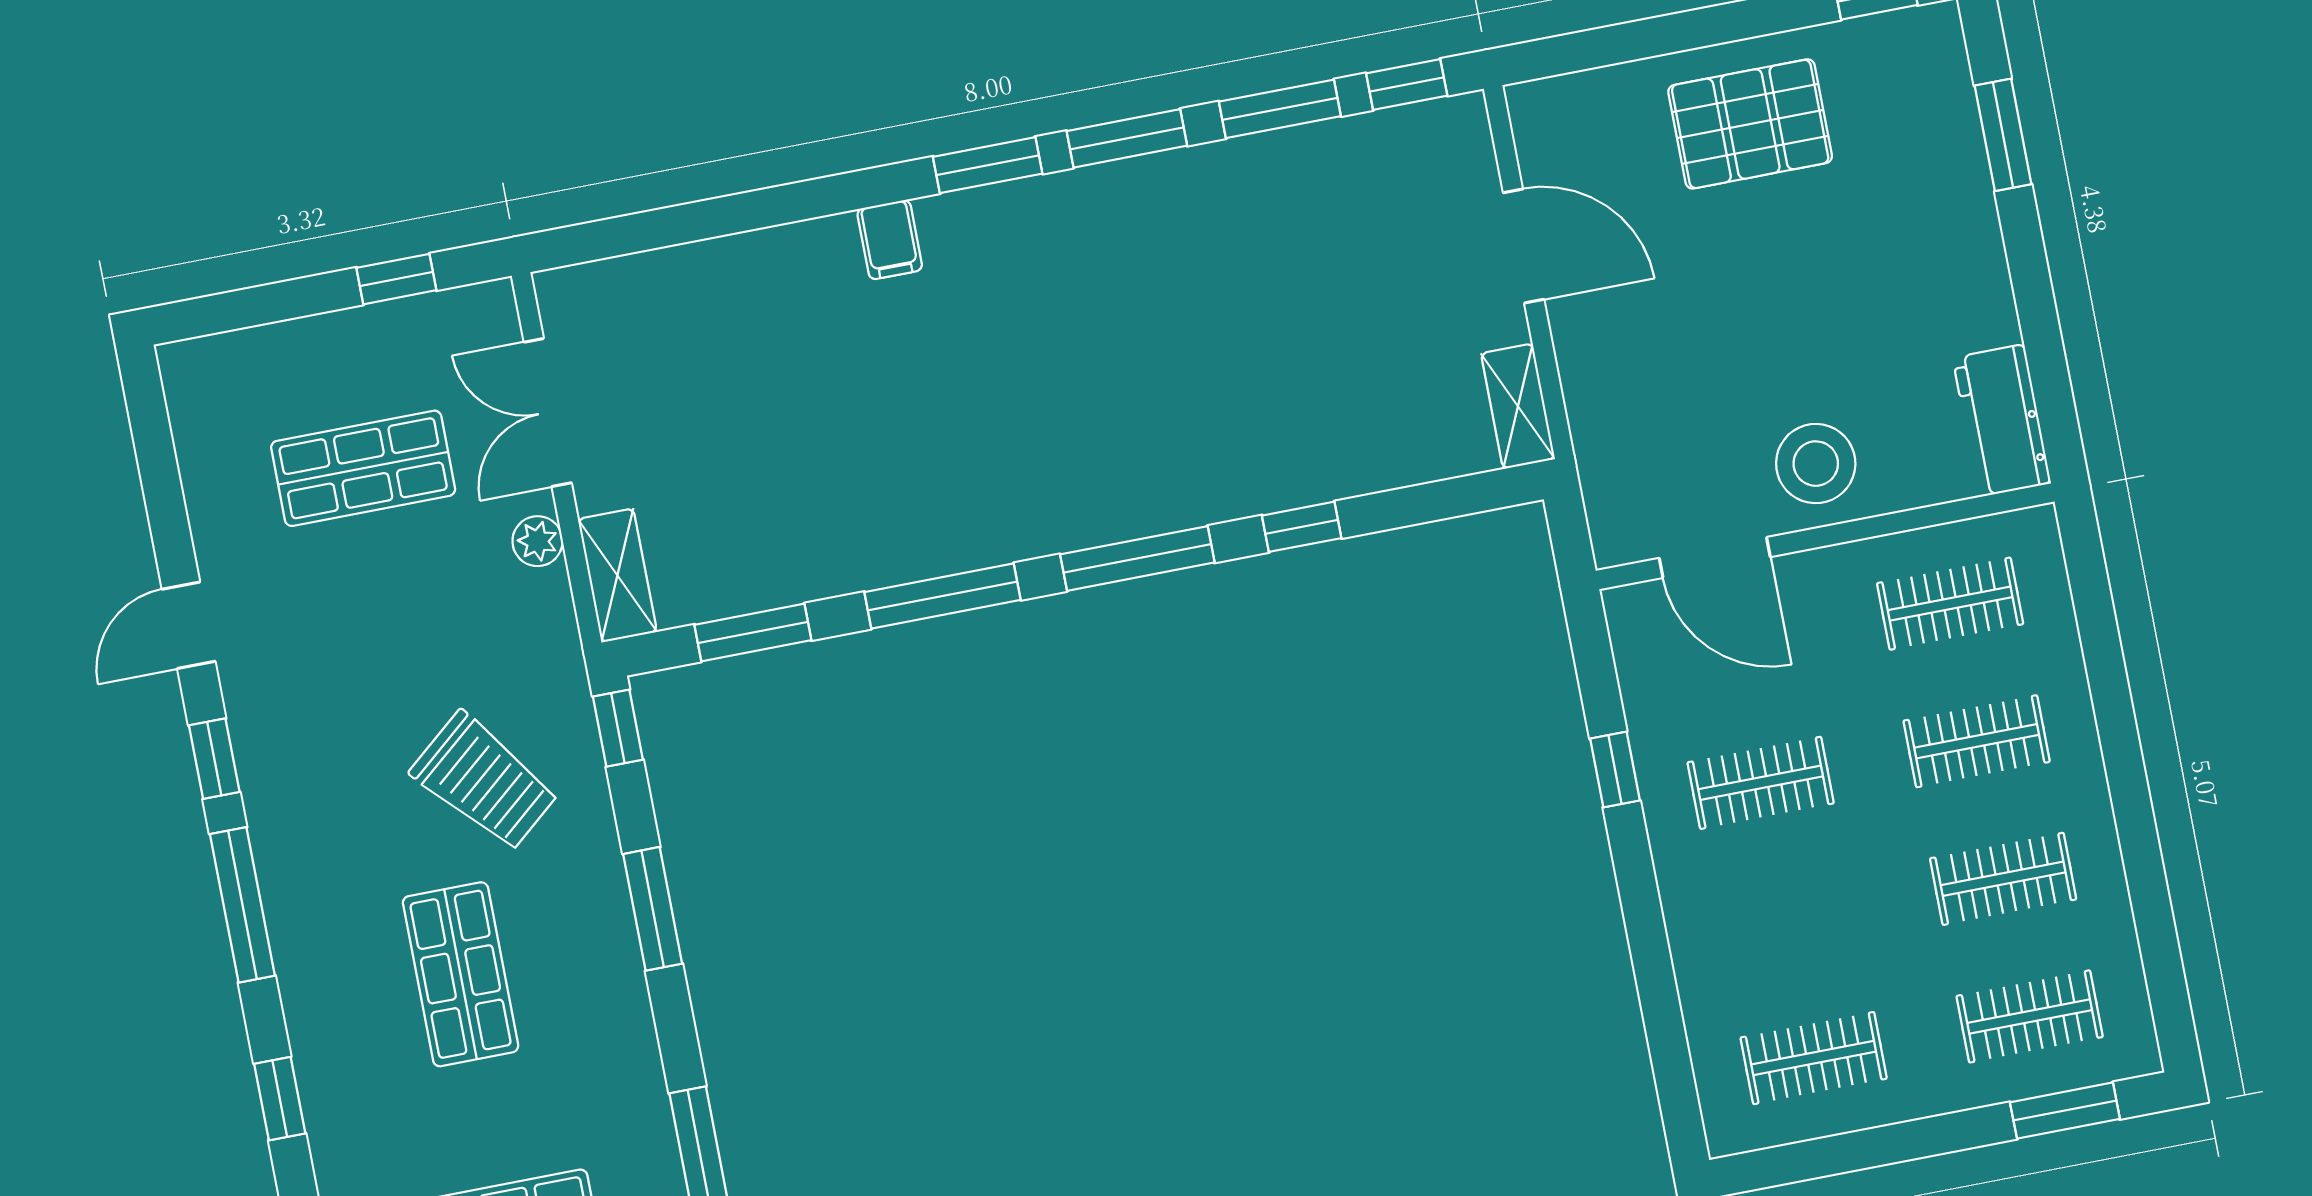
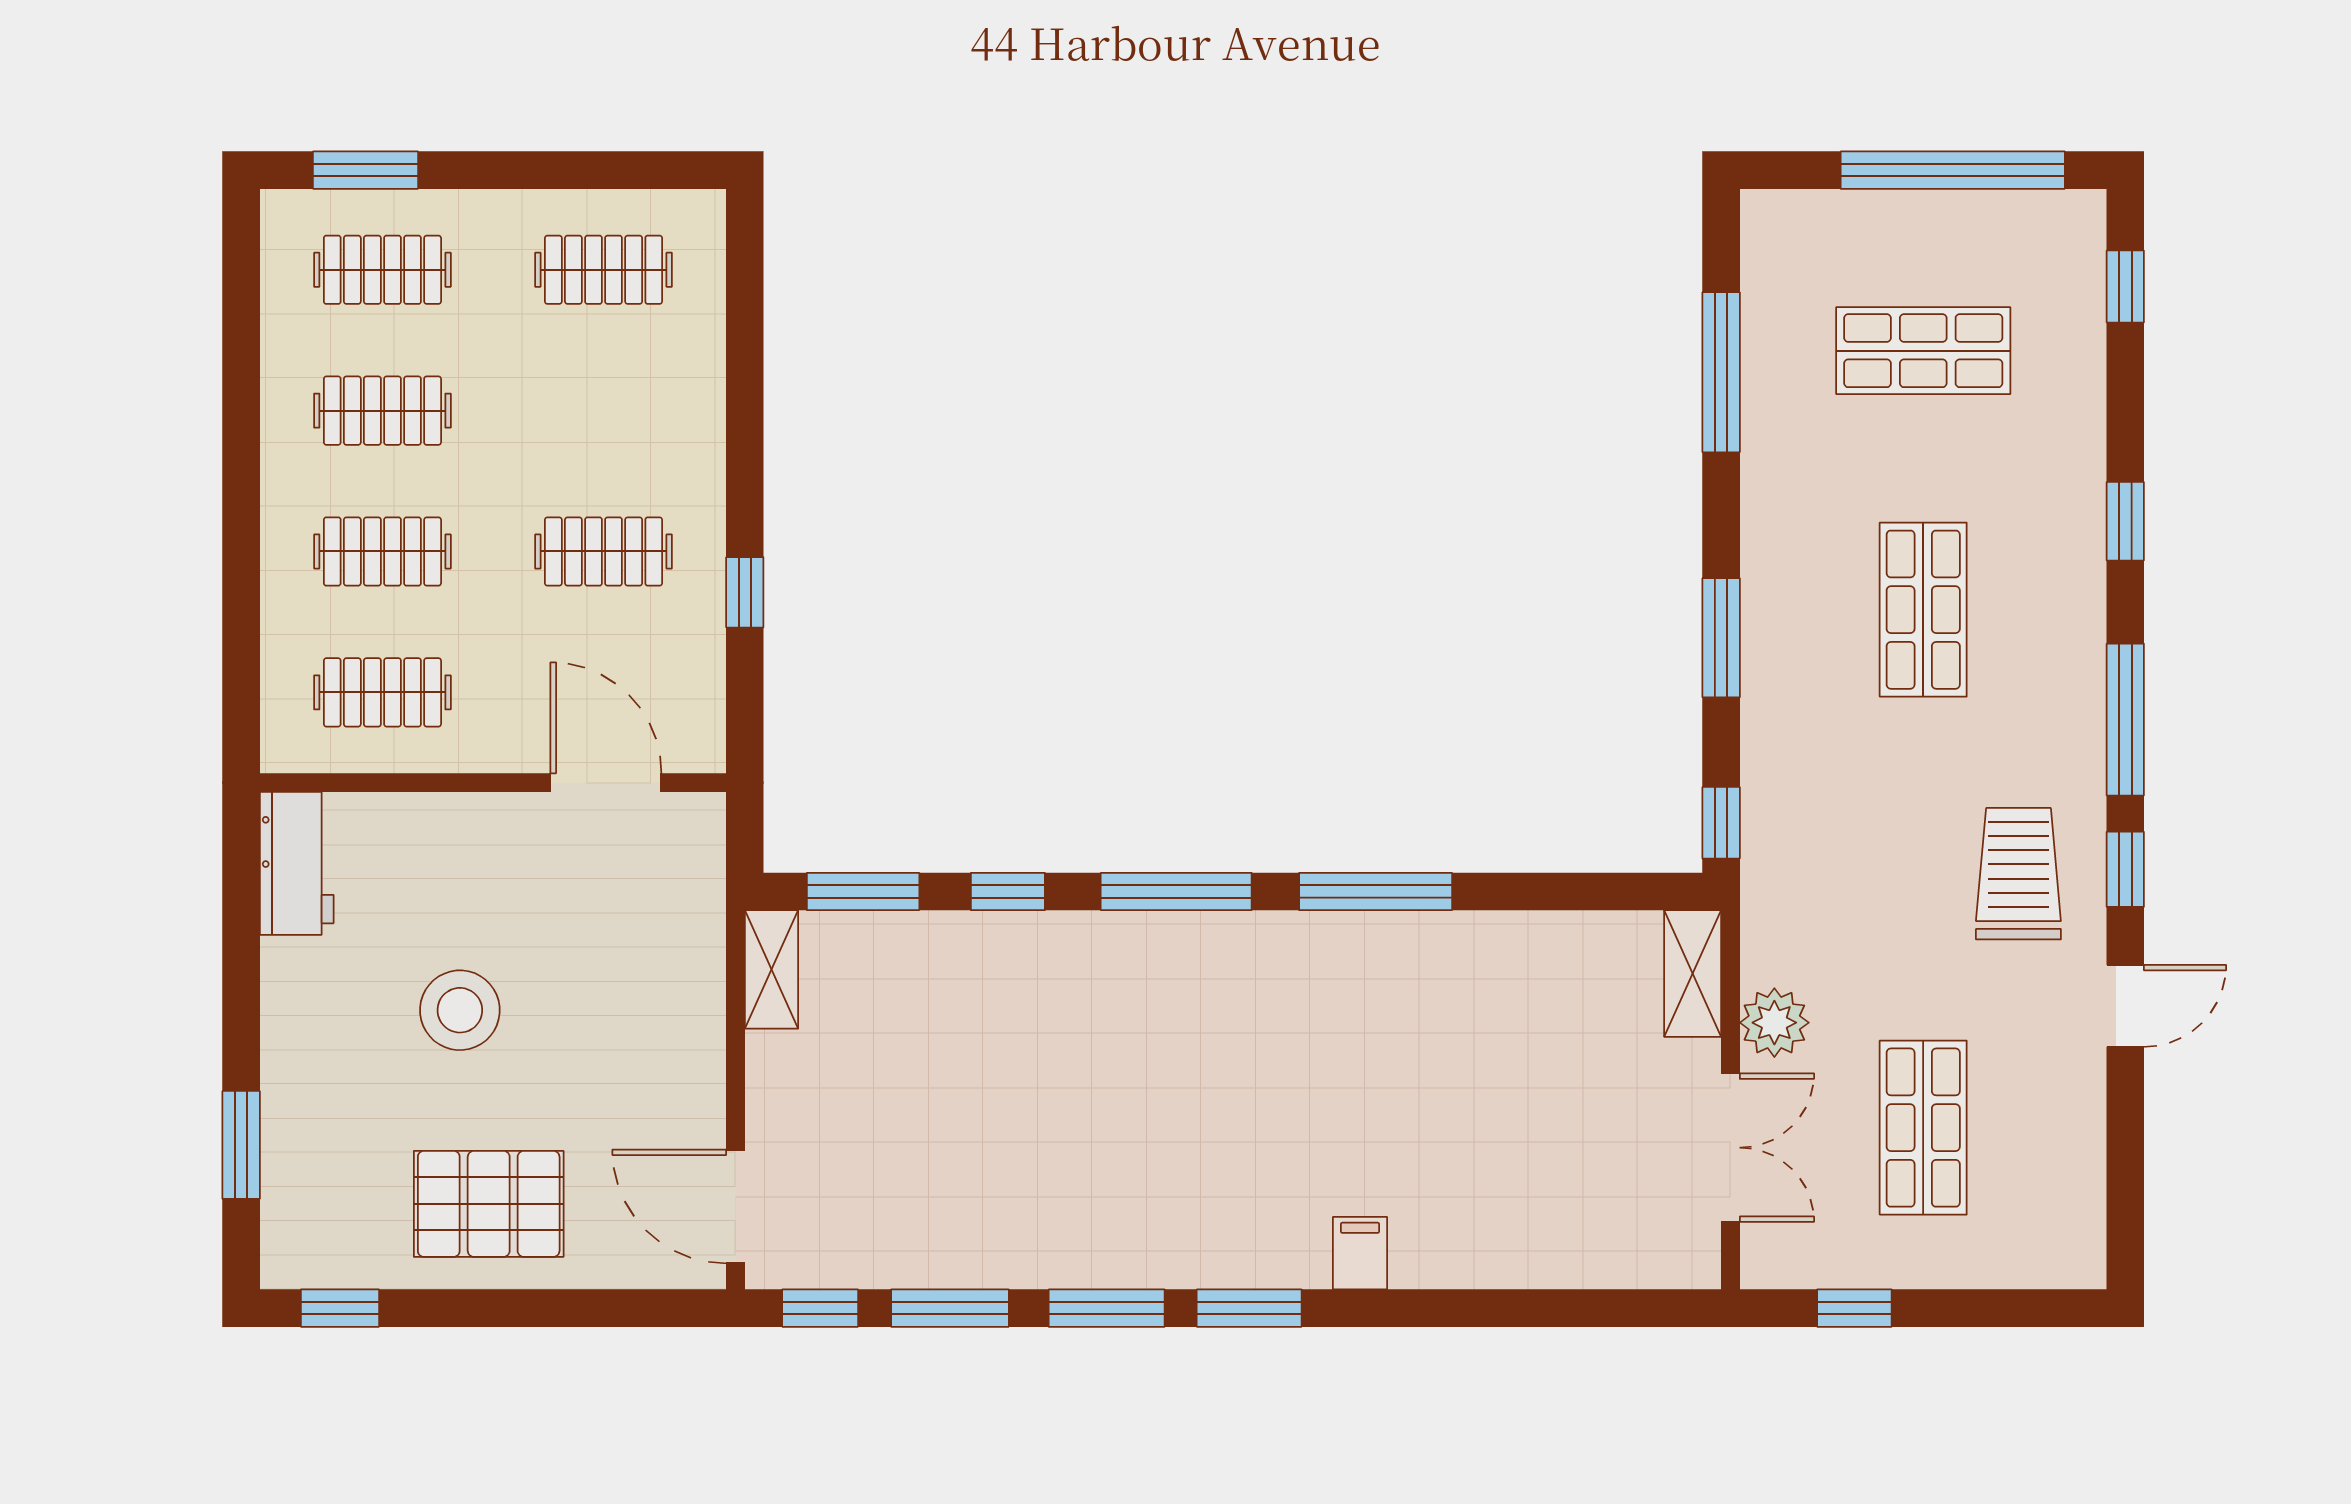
door: (1524, 246) -> (735, 1206), moved
stool: (1816, 464) -> (460, 1010), moved
shop shelf: (363, 468) -> (1923, 1128), turned 90
plant: (538, 541) -> (1774, 1023), width x1.38, depth x1.38
window: (753, 632) -> (863, 891), moved
trolley: (485, 782) -> (2018, 874), moved, turned 40

